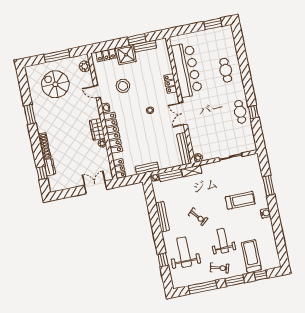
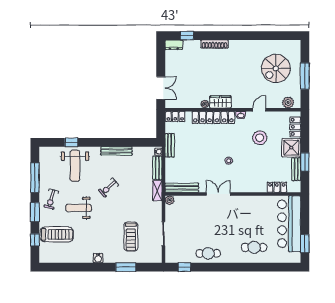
bar counter: (187, 70) -> (289, 224), moved, turned 90
locker: (170, 83) -> (277, 187), moved
spiral stairs: (55, 84) -> (276, 68), turned 180
window: (253, 112) -> (184, 267), moved
window: (30, 114) -> (250, 36), removed
dresser: (50, 167) -> (174, 45), moved
treadmill: (240, 200) -> (131, 237), moved
weight bench: (223, 241) -> (79, 208), turned 180
weight bench: (184, 252) -> (75, 166), turned 90

